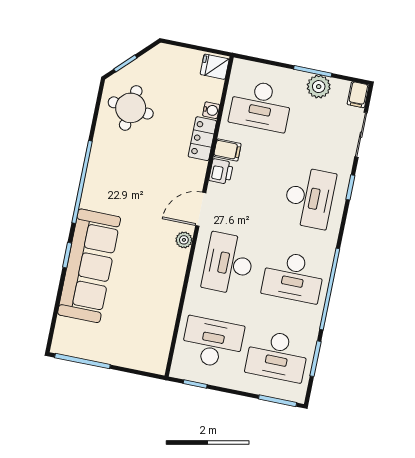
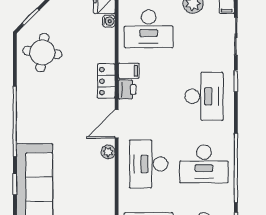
water cooler: (211, 110) -> (109, 21), moved
locker: (202, 139) -> (106, 81), moved

